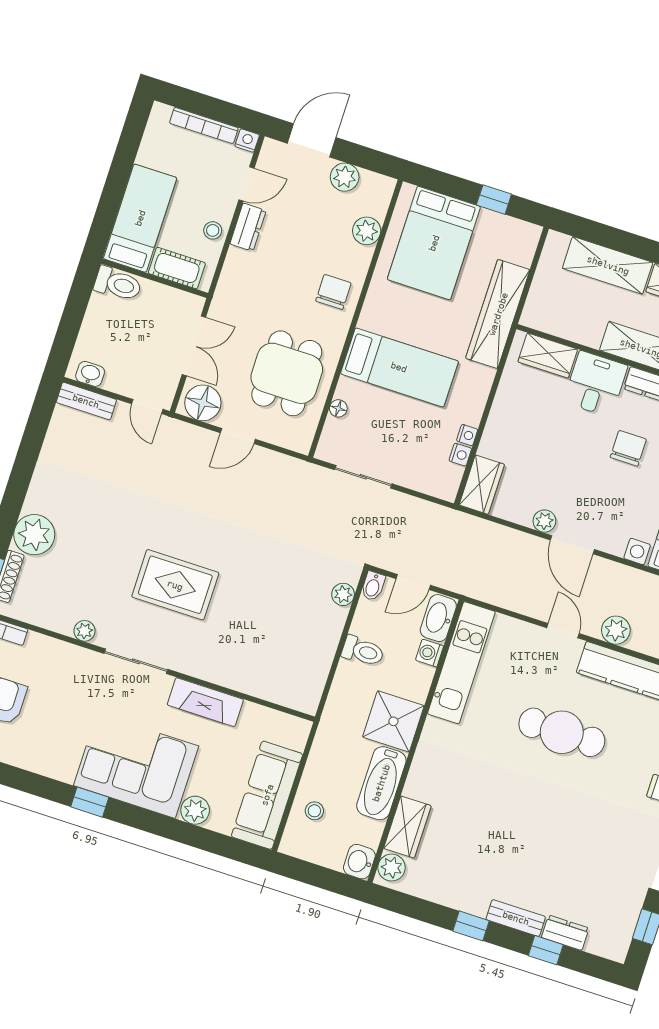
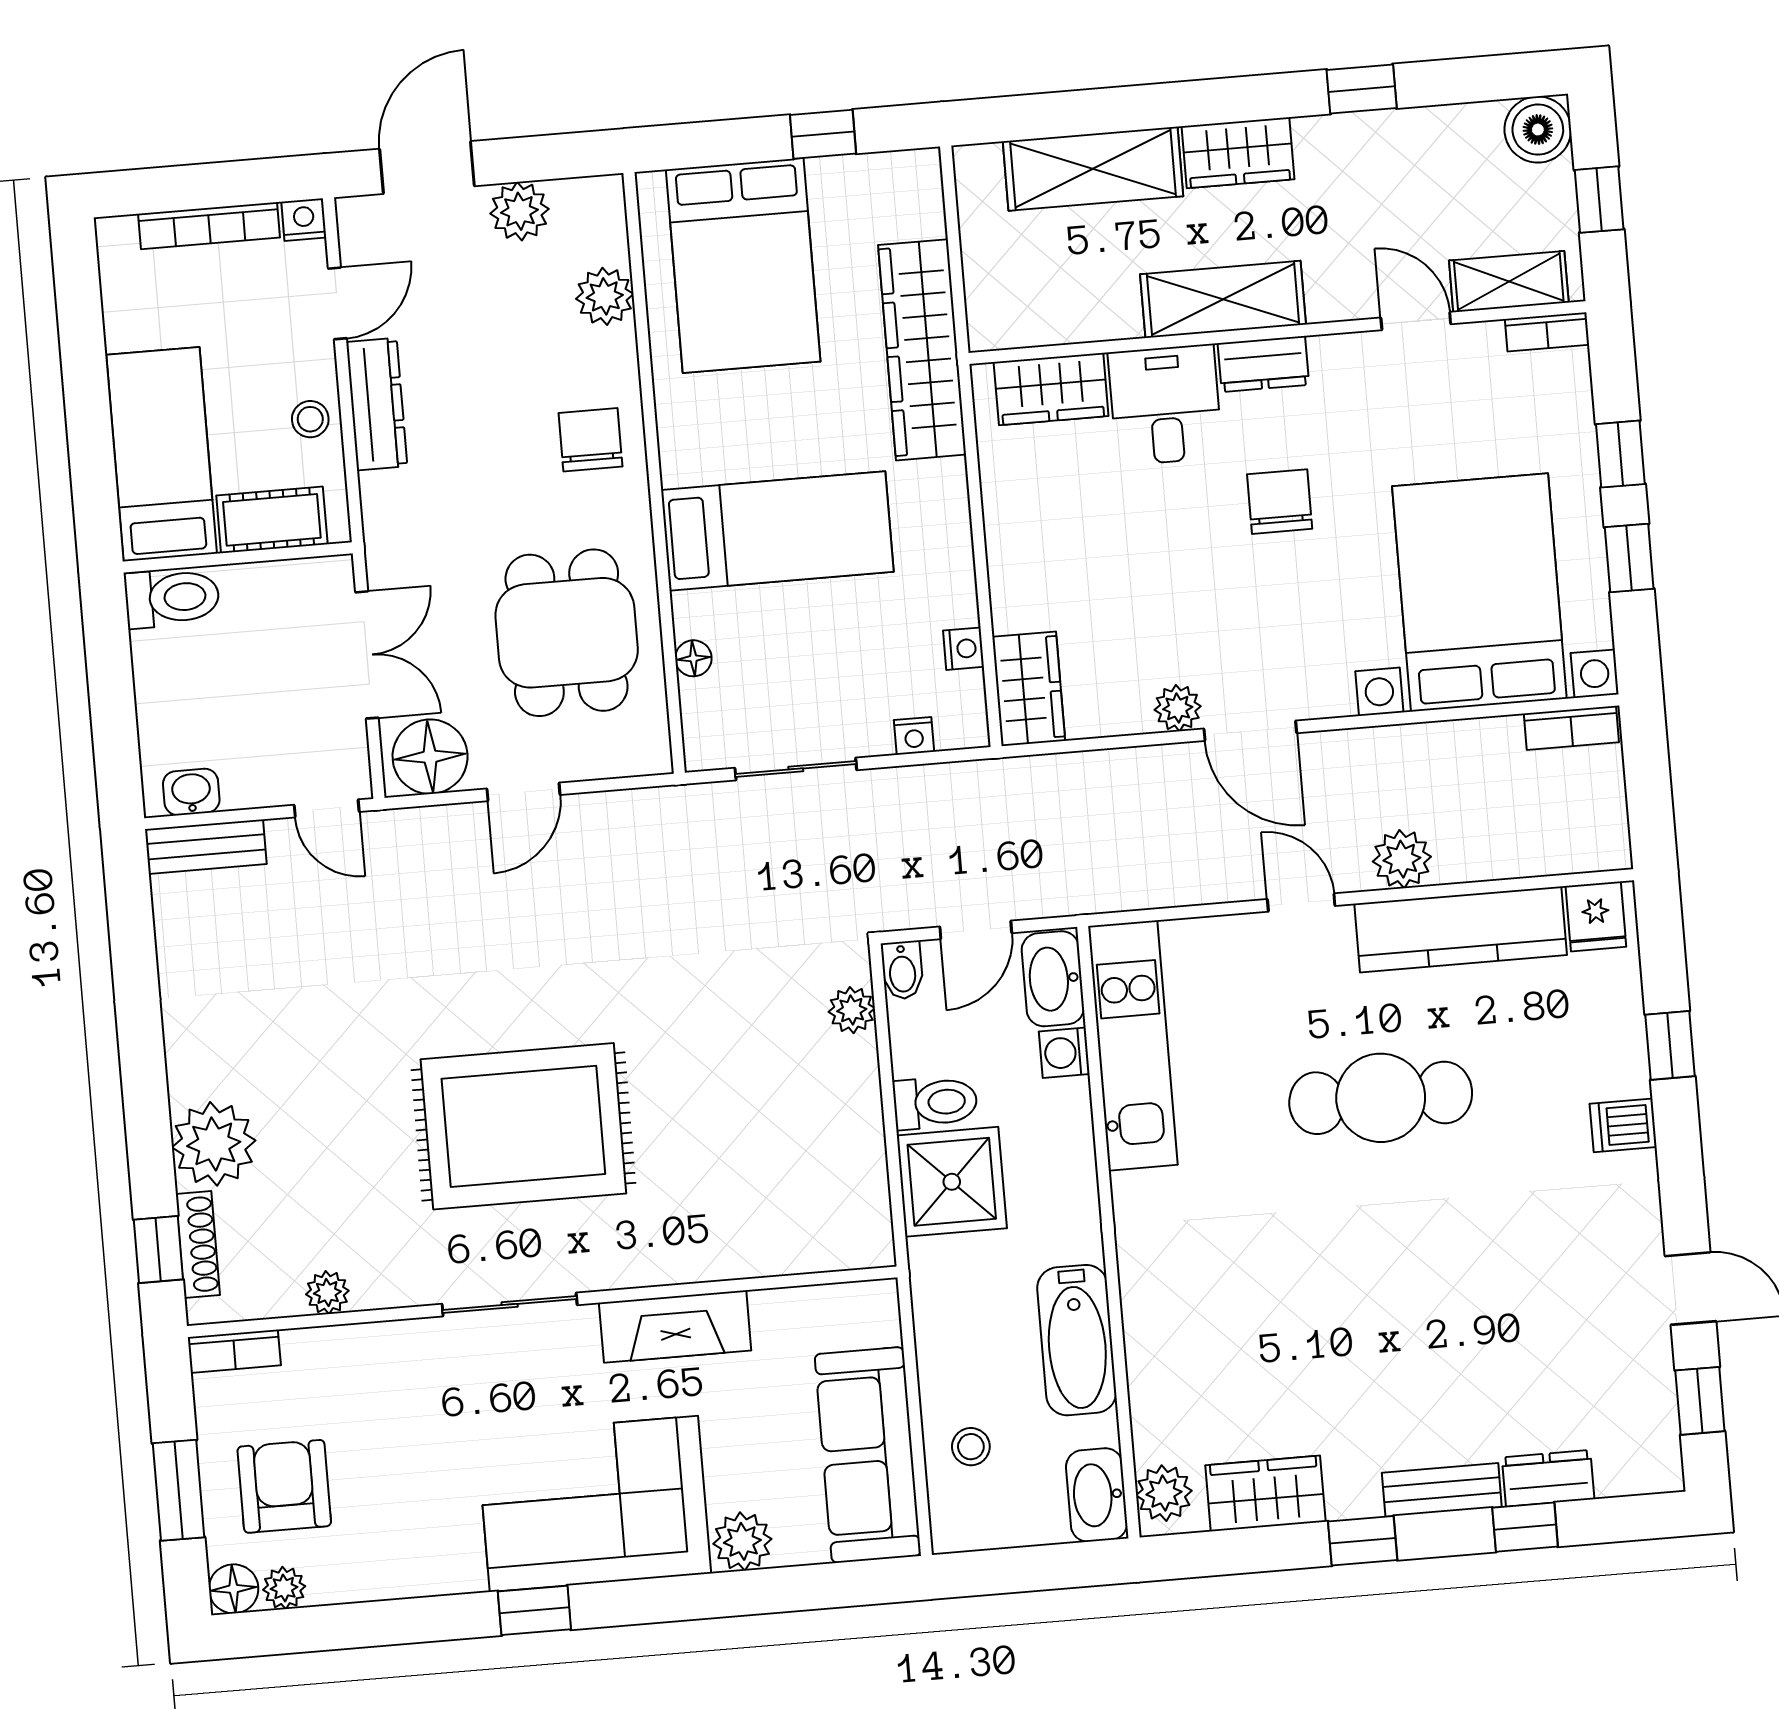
dresser: (248, 227) -> (377, 404), width x1.44
nightstand: (467, 435) -> (914, 736), moved, turned 90
rug: (175, 585) -> (523, 1126), width x1.37, depth x1.44
plant: (85, 631) -> (327, 1293), moved
shower: (393, 721) -> (952, 1182), moved
wardrobe: (407, 827) -> (1265, 1494), moved, turned -90
washbasin: (359, 862) -> (1097, 1495), width x1.38

